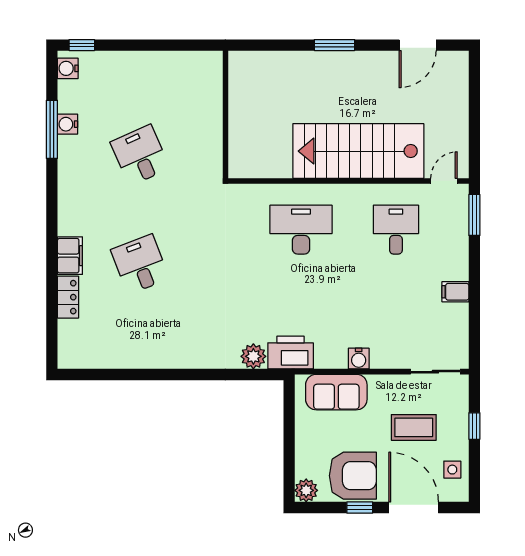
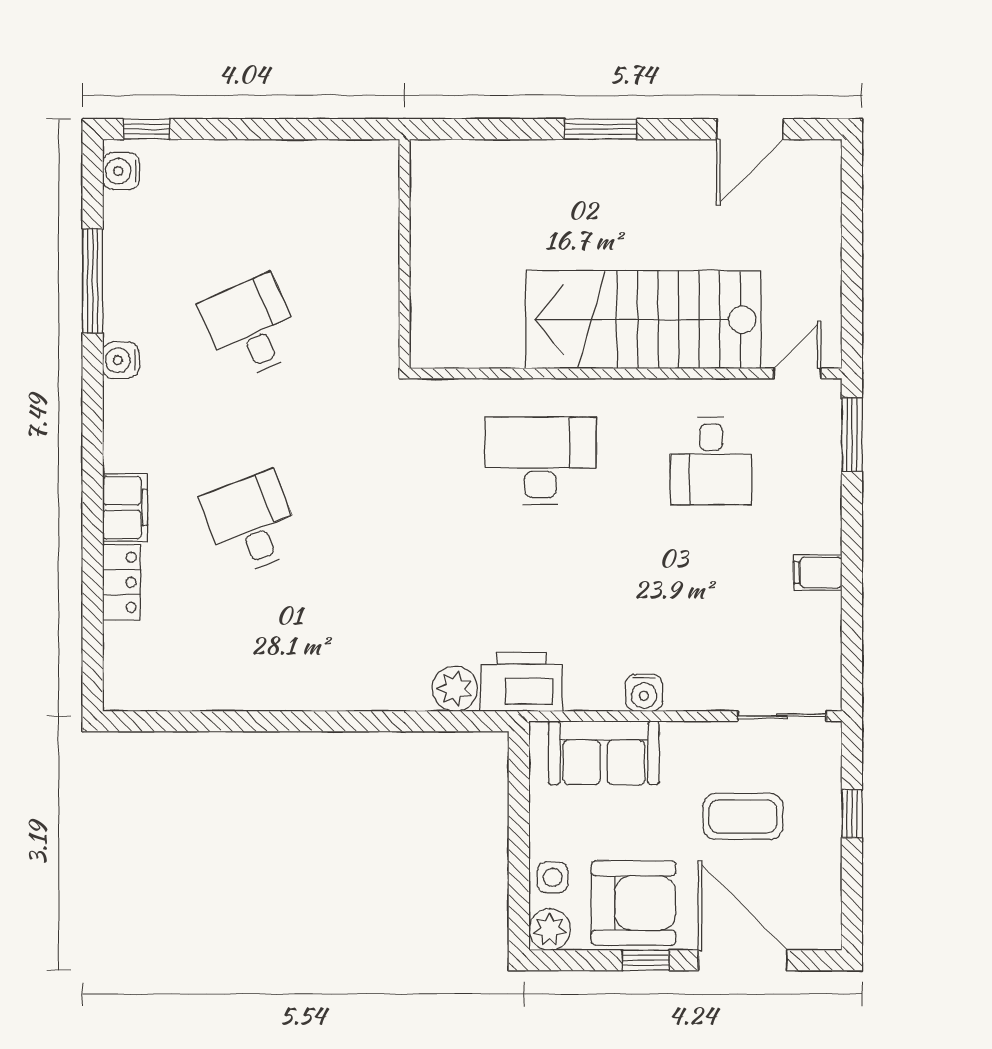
water cooler: (67, 124) -> (121, 360), moved
desk: (396, 230) -> (711, 461), turned 180
side table: (452, 470) -> (553, 877), moved

